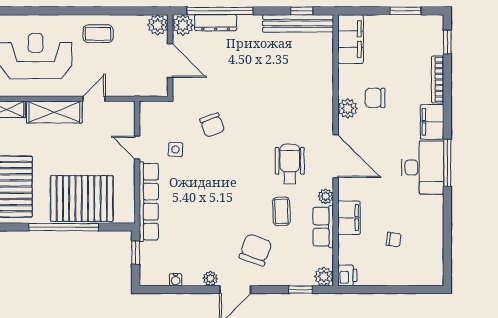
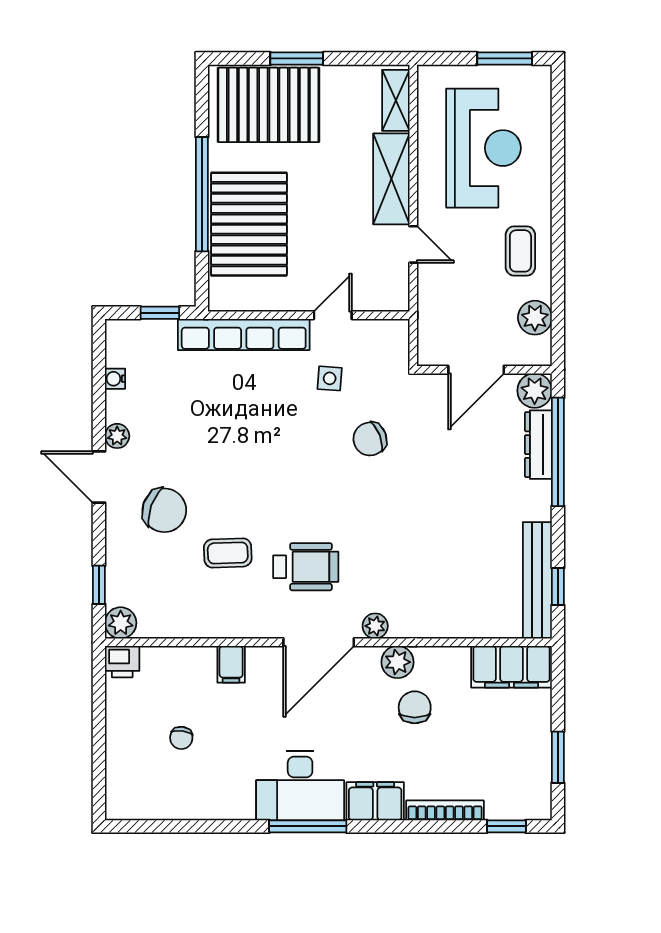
plant: (158, 25) -> (535, 318), moved
plant: (326, 196) -> (375, 626), moved
filing cabinet: (349, 218) -> (231, 664), width x0.50
row of seats: (323, 227) -> (203, 622), removed

